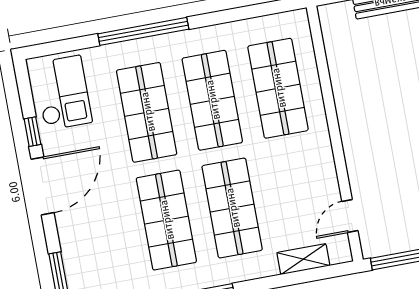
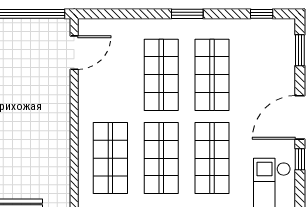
door: (350, 216) -> (74, 53), width x1.38
shelving: (303, 259) -> (115, 27), removed

